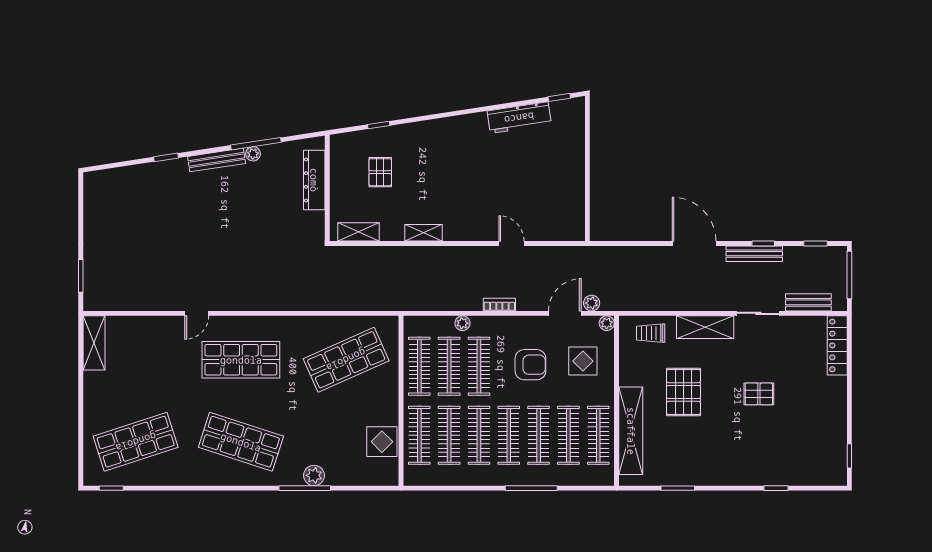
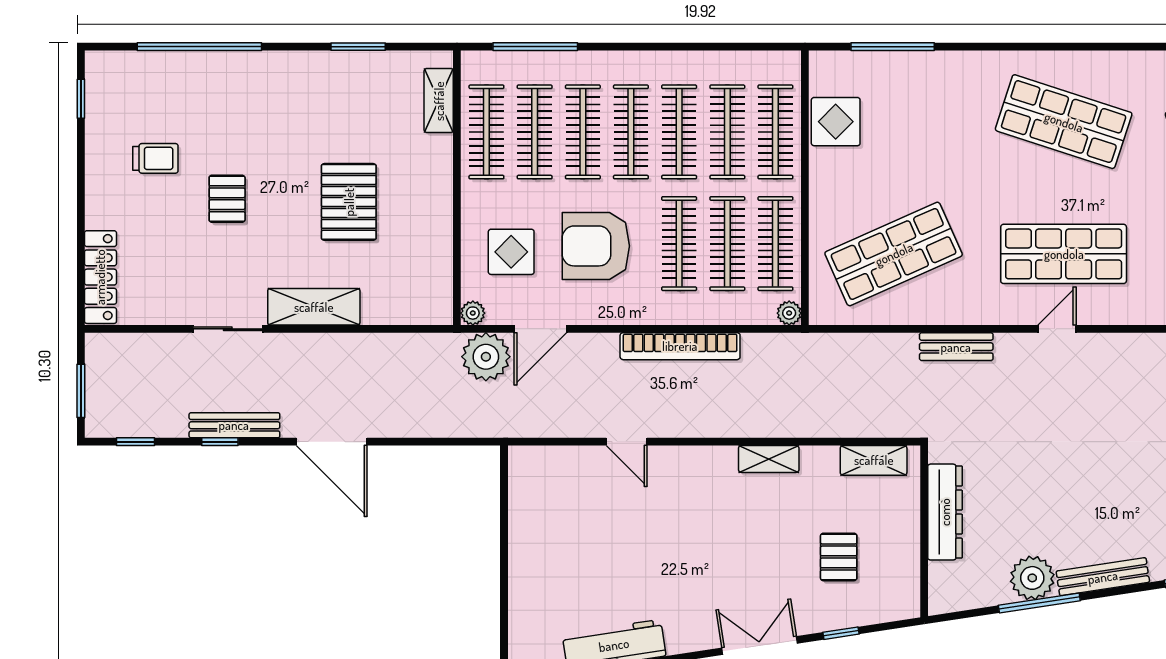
double door: (429, 117) -> (760, 646), added
plant: (253, 154) -> (1032, 578), width x1.87, depth x1.87
dresser: (314, 180) -> (945, 512), moved
window: (849, 275) -> (81, 391), width x0.69
bench: (808, 302) -> (956, 347), moved
plant: (592, 303) -> (486, 357), width x1.88, depth x1.88
bookcase: (499, 305) -> (680, 346), width x2.31, depth x1.31
door: (197, 313) -> (1057, 329), moved
plant: (462, 323) -> (789, 313), moved
trolley: (651, 333) -> (155, 158), moved
armchair: (530, 365) -> (596, 246), width x1.36, depth x1.36
pallet: (759, 394) -> (227, 199), turned 90
shelving: (631, 431) -> (439, 101), width x0.45, depth x0.75
plant: (314, 475) -> (945, 67), removed
window: (305, 488) -> (893, 47), moved
window: (531, 488) -> (535, 47), moved
window: (776, 488) -> (199, 47), width x3.17

